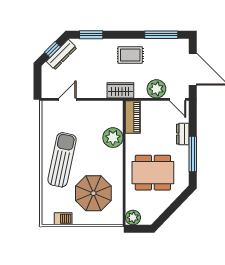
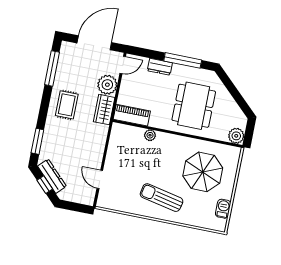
wardrobe: (120, 90) -> (104, 110), moved
plant: (113, 138) -> (150, 135), width x0.53, depth x0.53
sun lounger: (62, 160) -> (162, 198), width x0.73, depth x0.75

